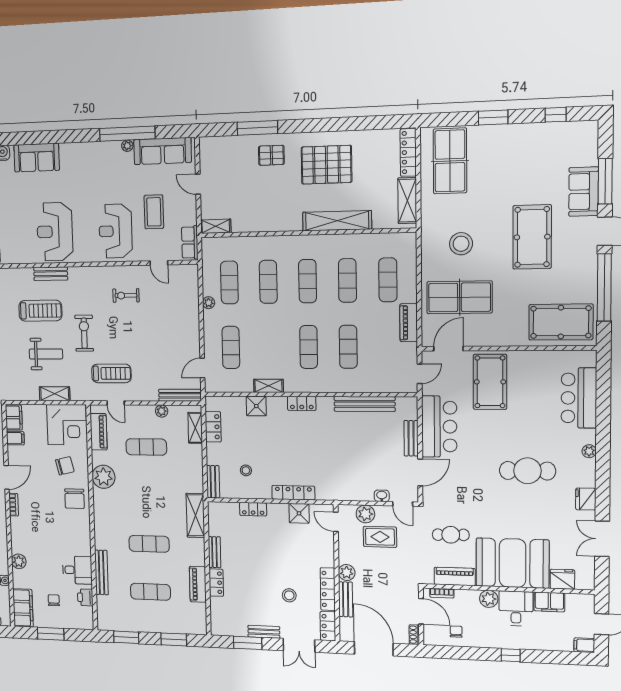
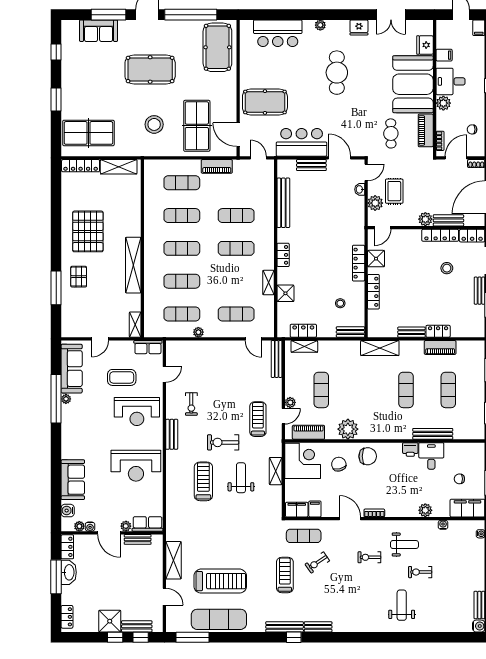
sofa: (584, 192) -> (99, 31), moved
shelving: (337, 221) -> (133, 265), moved
bench: (51, 274) -> (172, 434), moved
plant: (162, 411) -> (290, 402), moved
locker: (253, 509) -> (373, 292), width x1.53
printer: (85, 597) -> (410, 449), moved
filing cabinet: (549, 602) -> (444, 55), width x0.50

